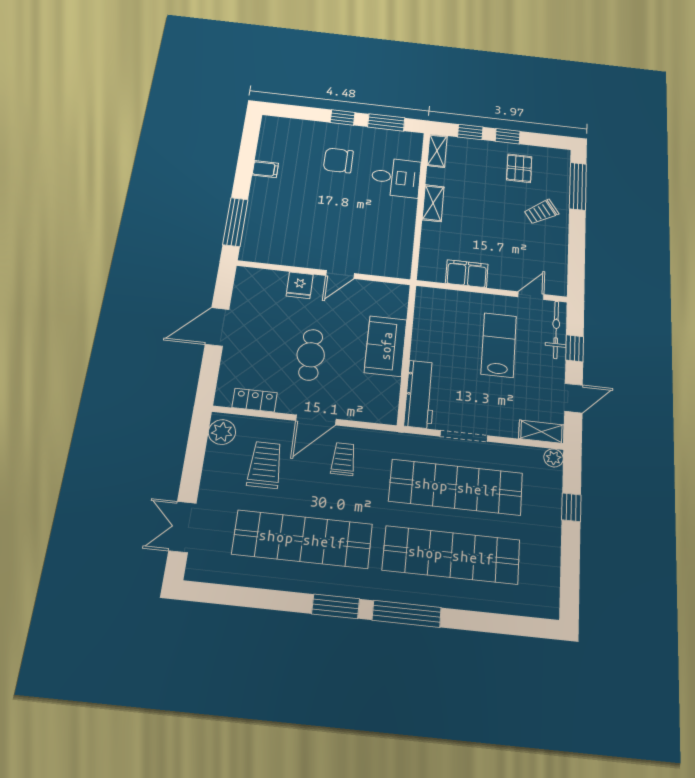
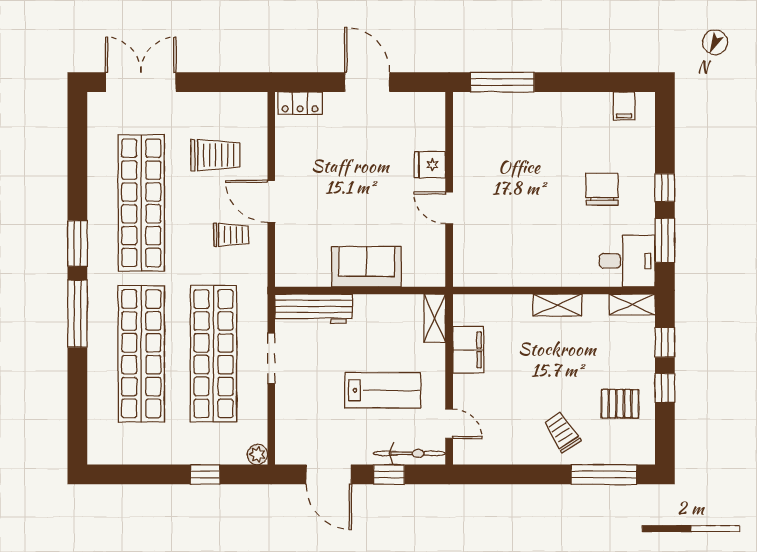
filing cabinet: (265, 169) -> (624, 106), moved
desk: (396, 178) -> (627, 261), moved, turned -90
cafe table: (311, 355) -> (346, 187), removed
door: (574, 398) -> (329, 474), width x1.38
locker: (255, 400) -> (300, 103), moved, turned 90
plant: (222, 432) -> (246, 106), removed
shelving: (541, 432) -> (435, 318), moved
double door: (182, 527) -> (141, 82), width x1.37

